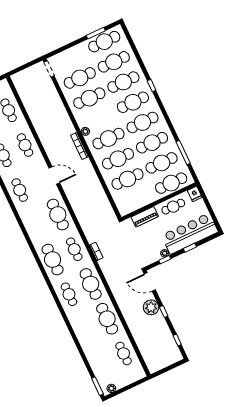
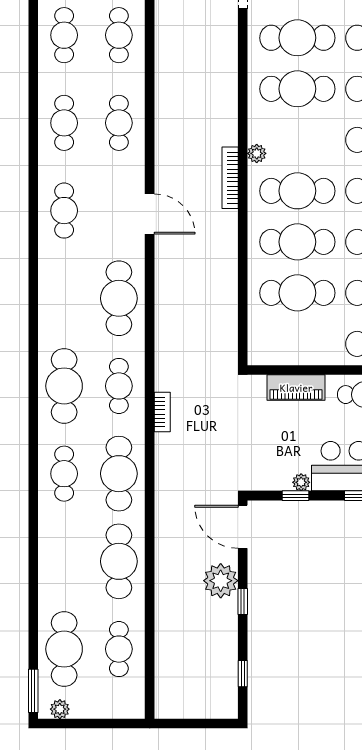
cafe table: (102, 364) -> (64, 649), added

